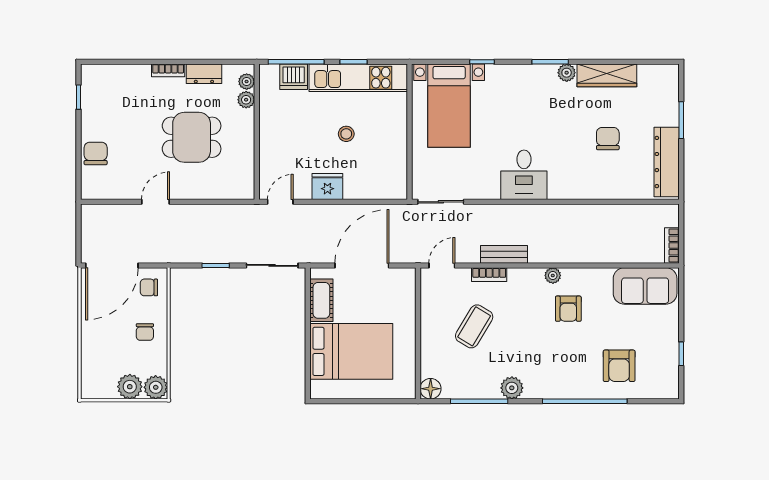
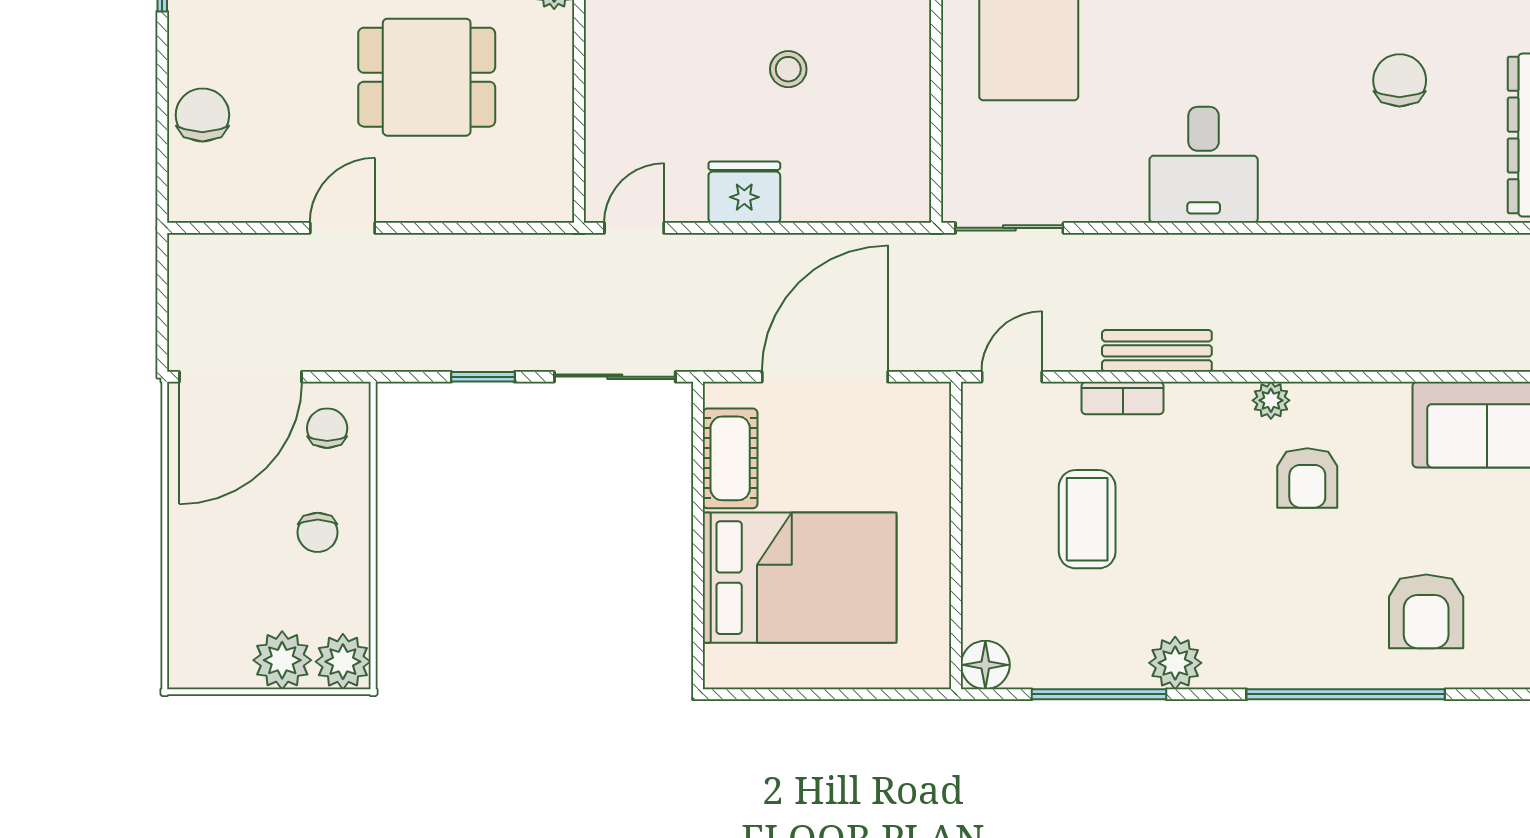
chair: (149, 287) -> (327, 428), turned 90
coffee table: (474, 326) -> (1087, 519), turned -31

